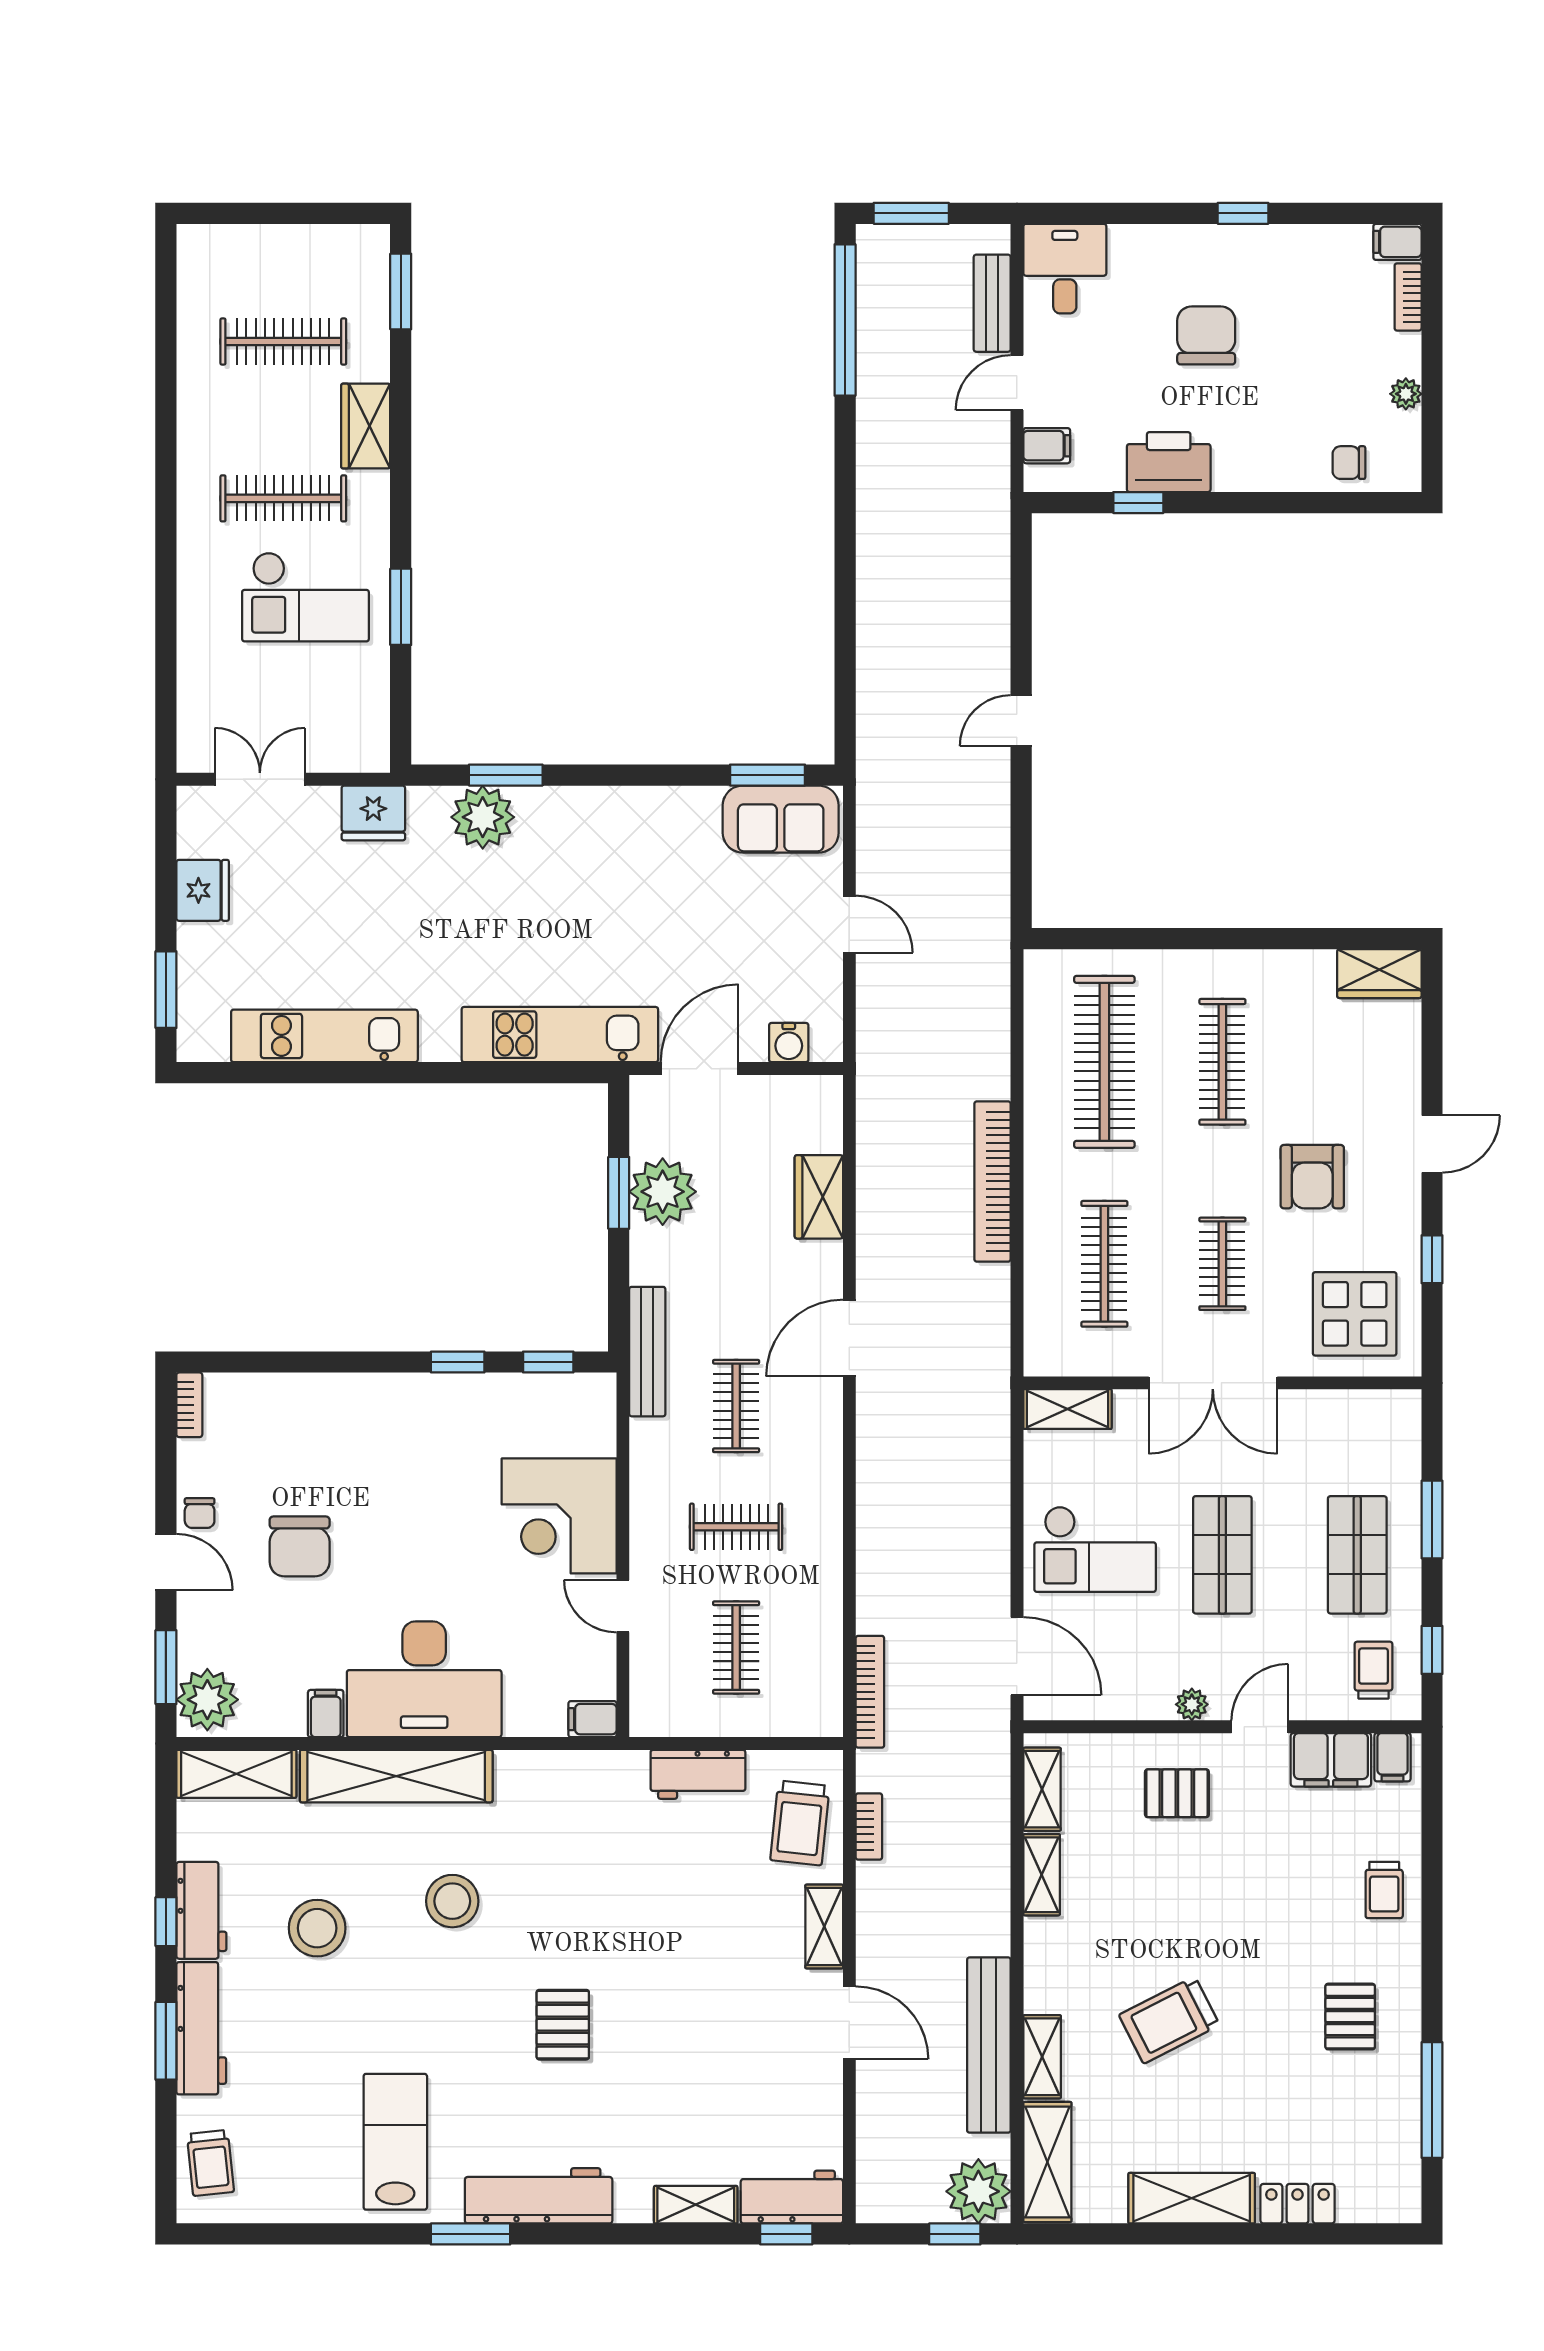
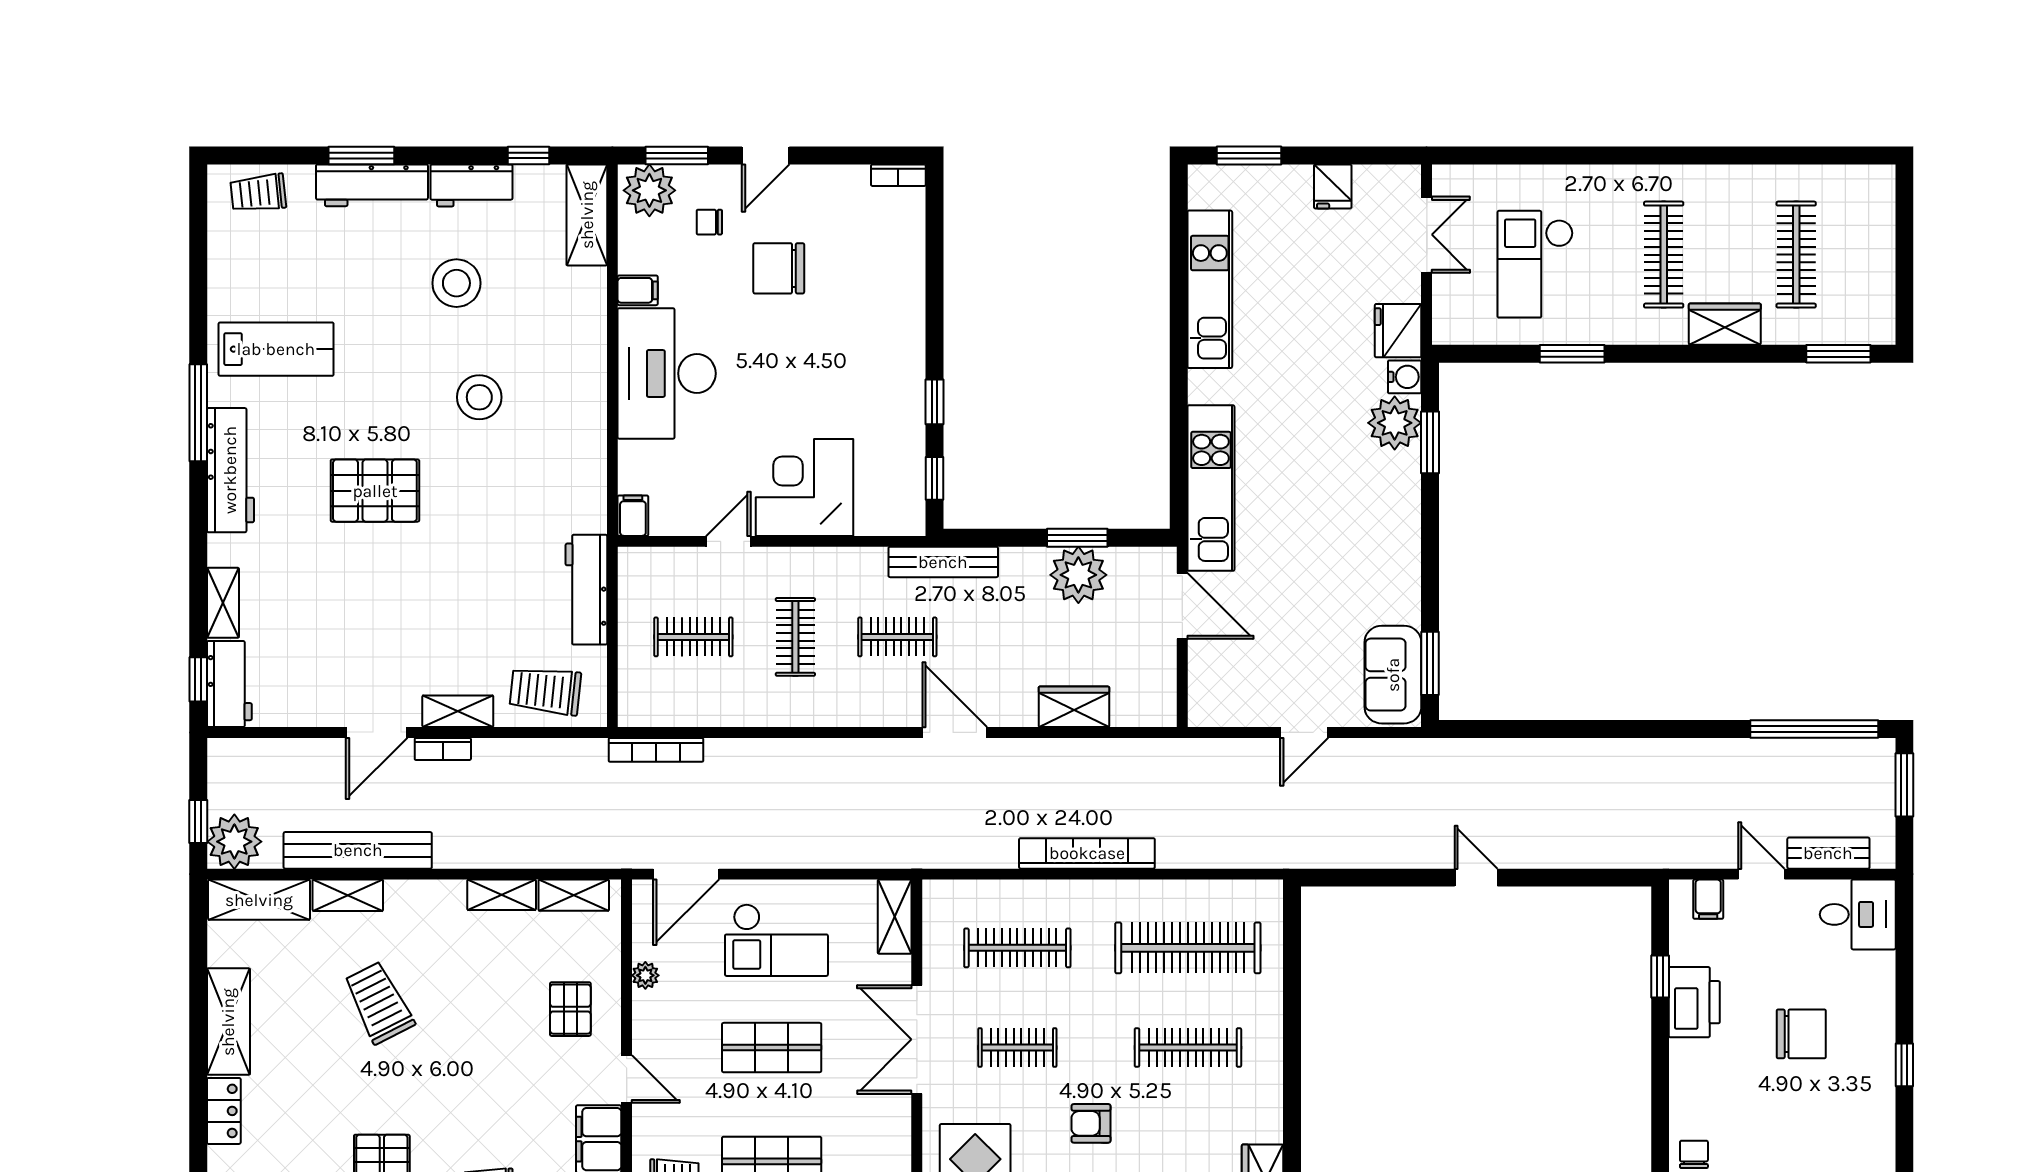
checkout: (305, 597) -> (1535, 264), moved
fridge: (203, 890) -> (1333, 187), width x0.72
water cooler: (789, 1043) -> (1405, 377), moved, turned 180
armchair: (1312, 1177) -> (1091, 1123), width x0.72, depth x0.72
chair: (200, 1513) -> (709, 222), moved
checkout: (1095, 1549) -> (776, 940), turned -90
plant: (1192, 1704) -> (645, 975), moved
workbench: (698, 1774) -> (586, 590), width x1.38
shelving: (396, 1776) -> (585, 350), removed
bookcase: (869, 1827) -> (443, 749), moved
window: (166, 1922) -> (528, 155), moved
pallet: (563, 2025) -> (375, 491), width x1.50, depth x1.42
window: (471, 2234) -> (198, 413), width x1.44

